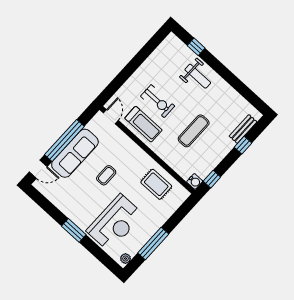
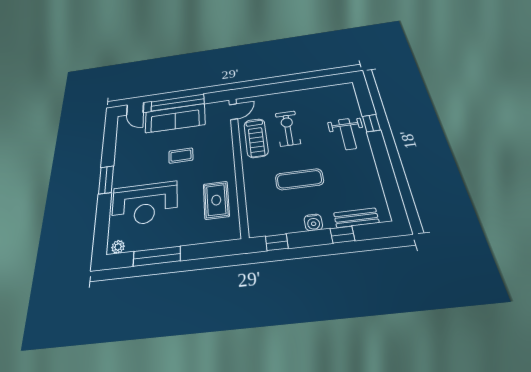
window: (196, 47) -> (371, 123), moved
exercise bike: (158, 101) -> (288, 128), turned 180
water cooler: (195, 181) -> (313, 222), moved

